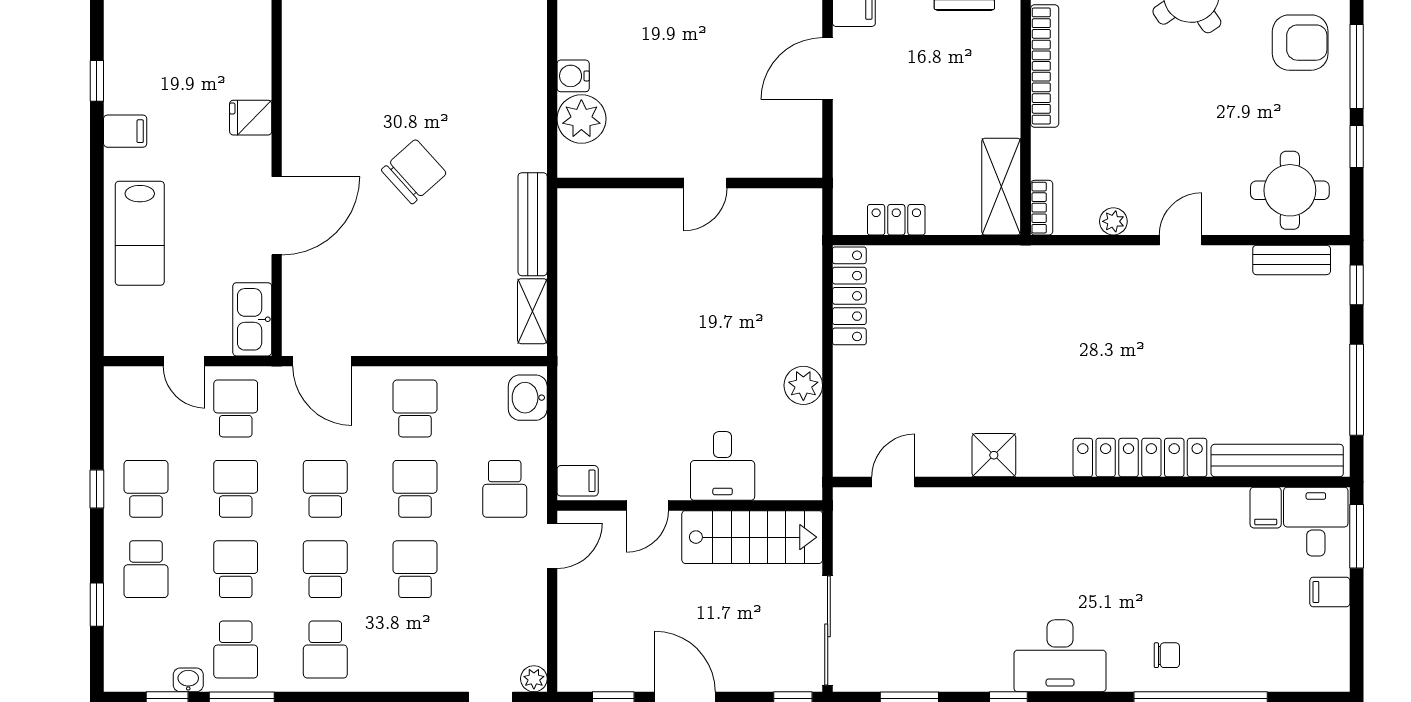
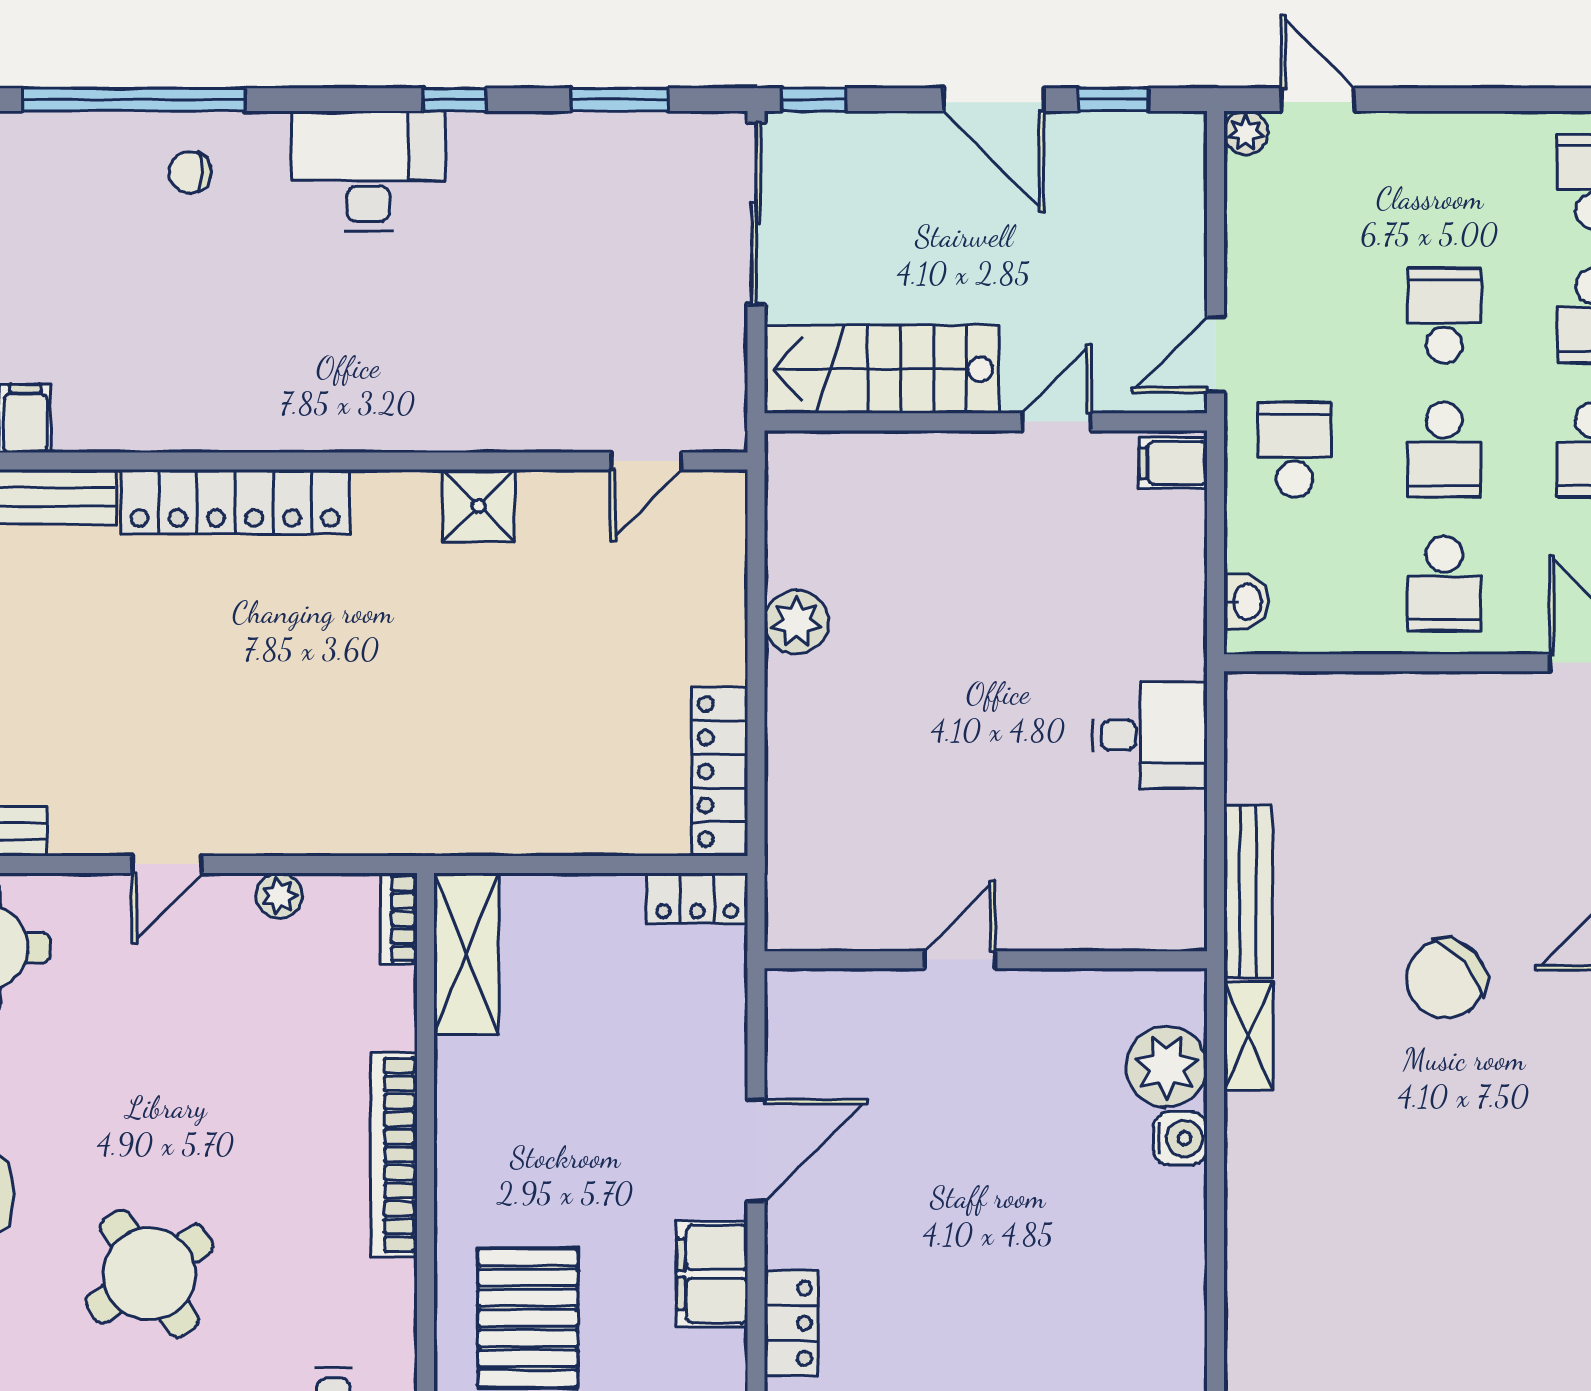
locker: (896, 220) -> (697, 898), moved
shelving: (532, 311) -> (1248, 1036), moved
washbasin: (528, 398) -> (1246, 602), width x0.72, depth x0.69
desk: (723, 466) -> (1150, 735), moved, turned 90
school desk: (415, 569) -> (1444, 316), turned 180

